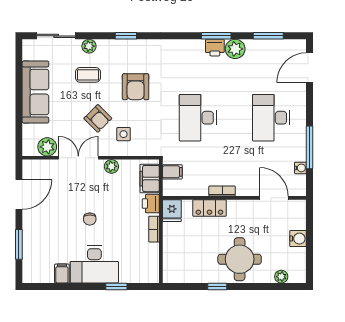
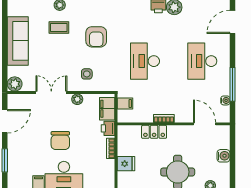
armchair: (98, 118) -> (67, 62), removed
plant: (47, 147) -> (15, 84), moved
fridge: (172, 211) -> (126, 164), moved, turned -90
chair: (90, 219) -> (60, 141), width x1.87, depth x1.87

